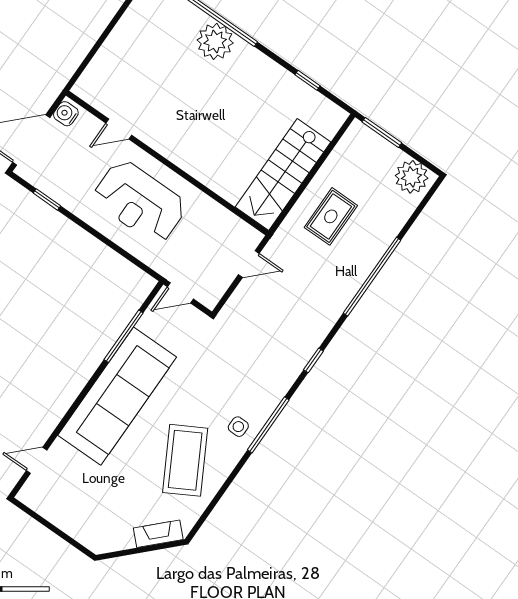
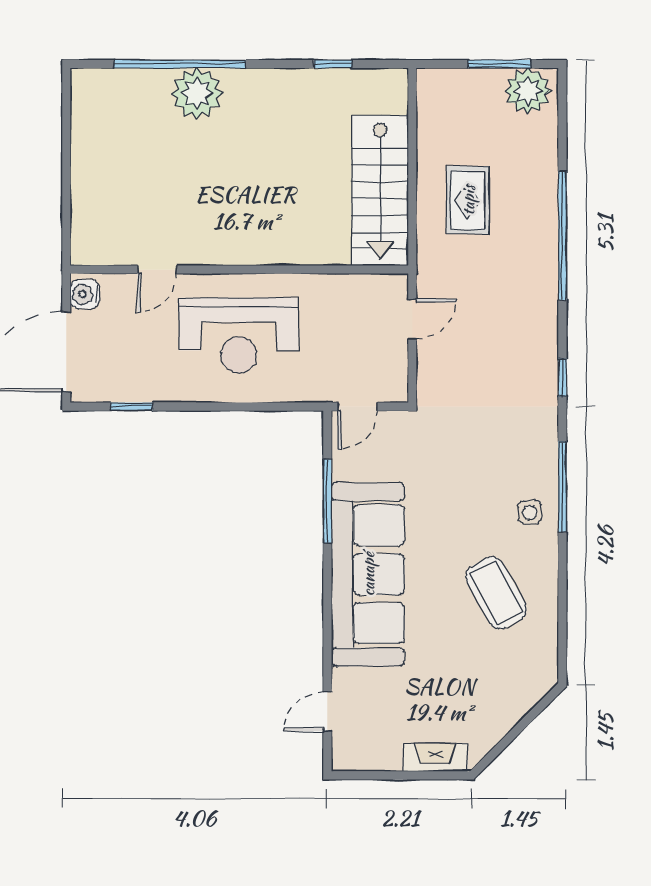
window: (382, 132) -> (499, 64), moved
coffee table: (185, 460) -> (496, 593), width x0.73, depth x0.76
fireplace: (158, 534) -> (435, 758), moved, turned 45

